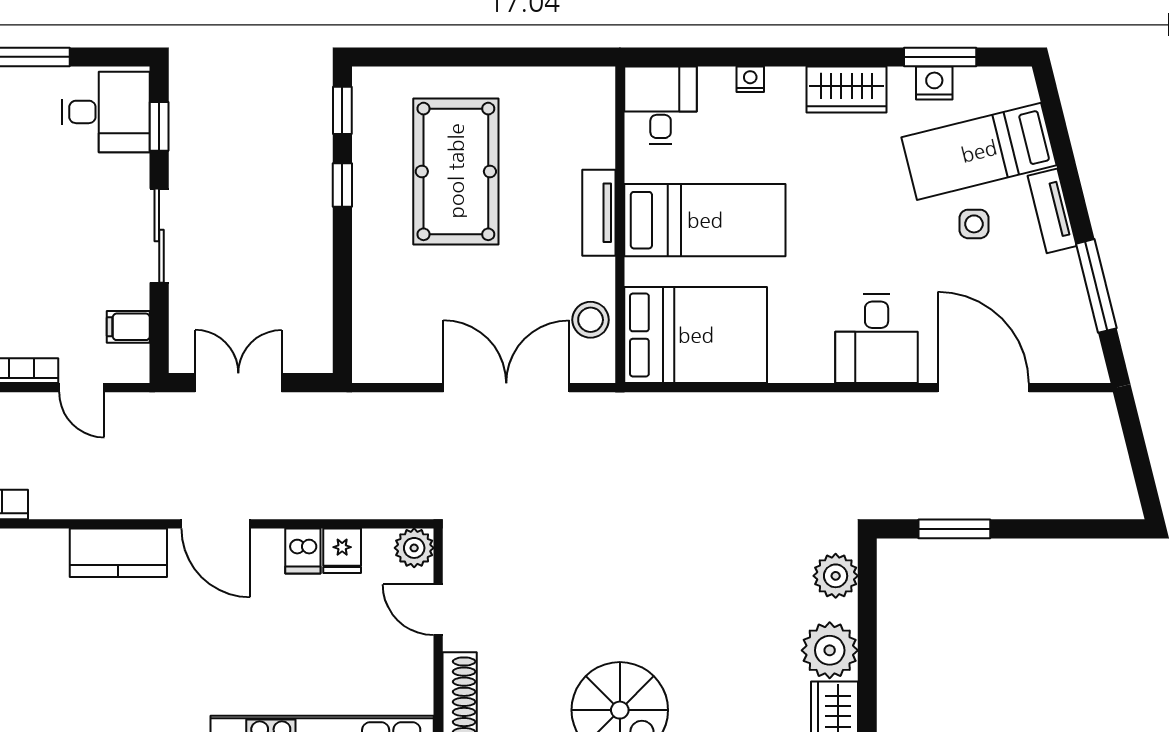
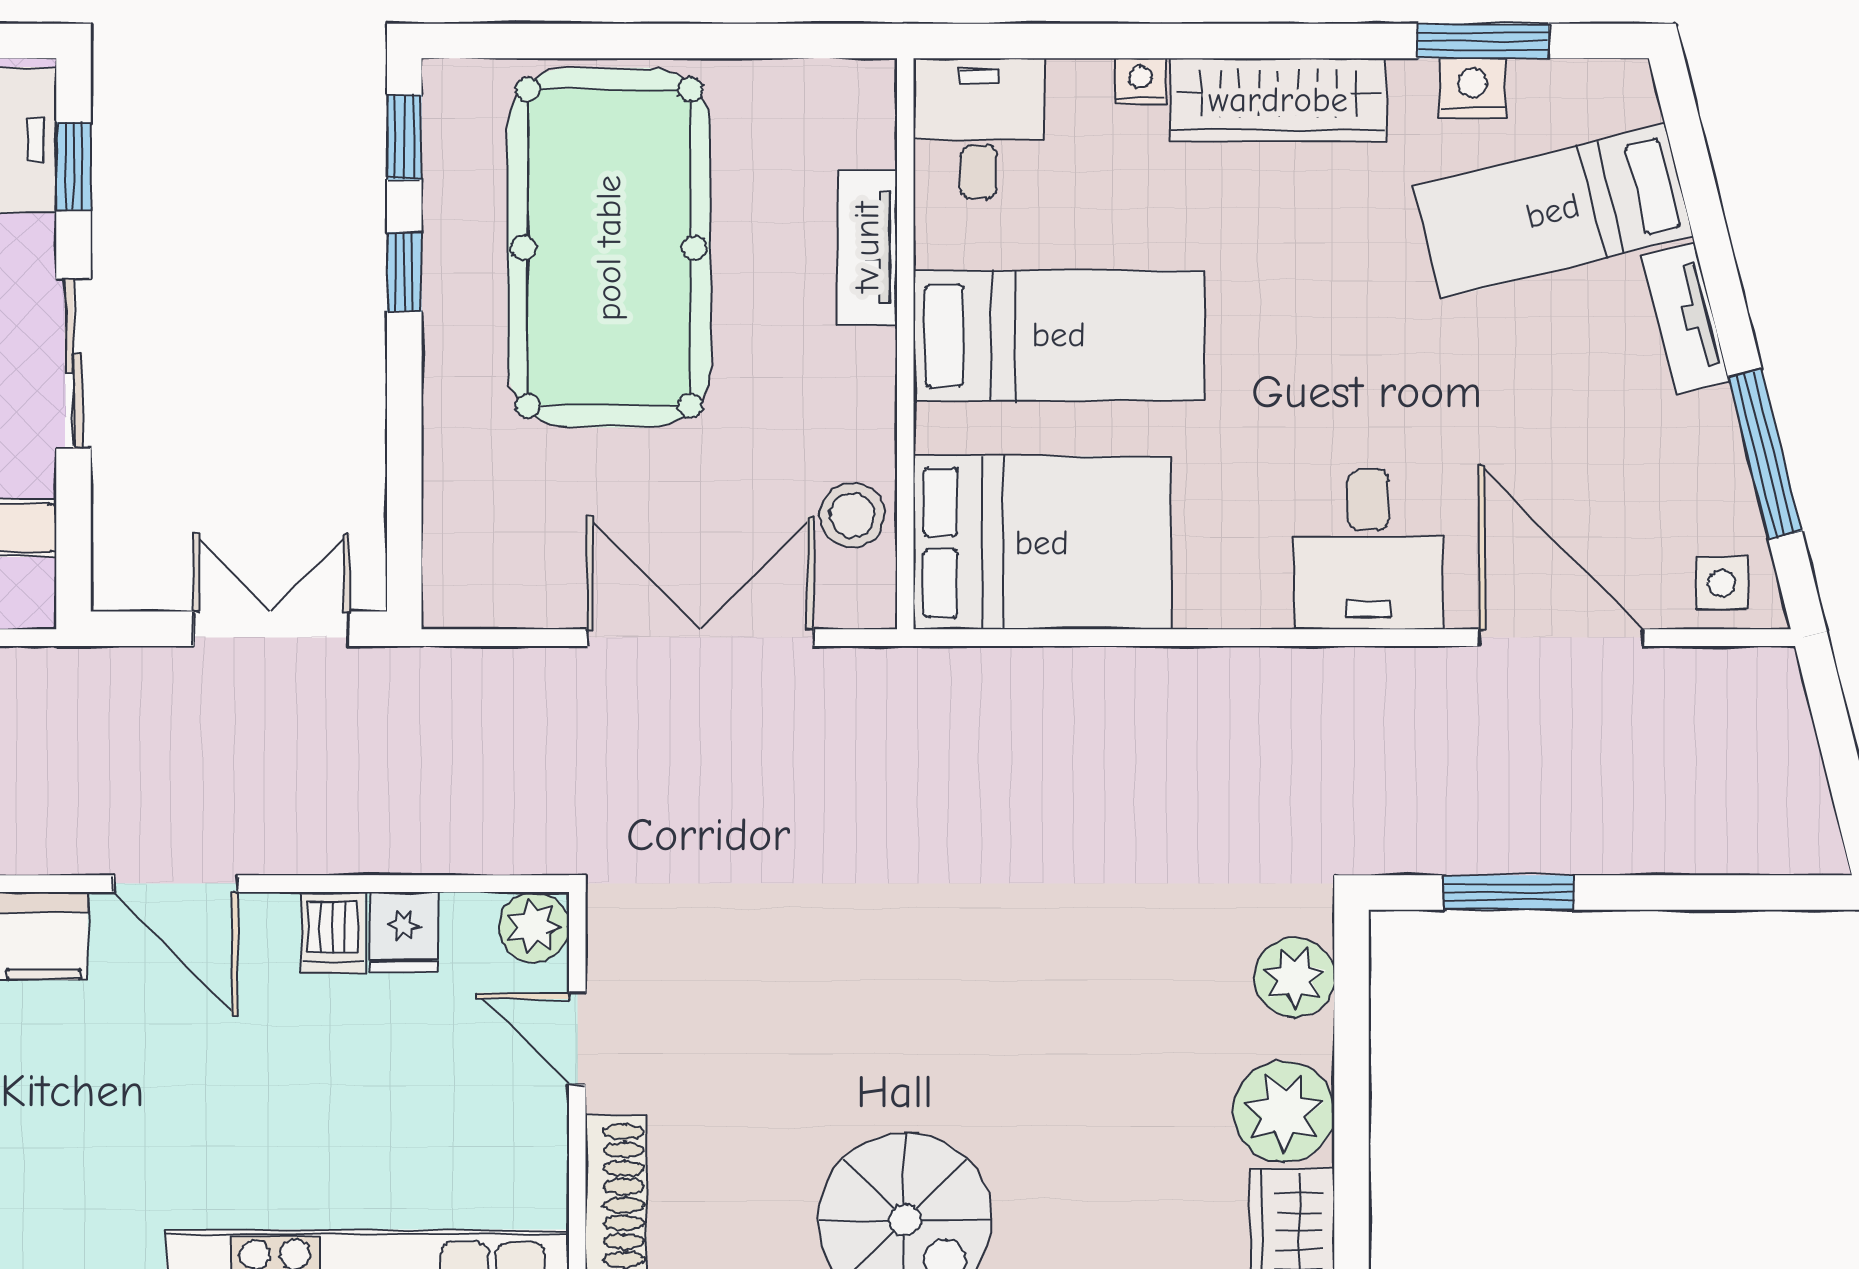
wardrobe: (846, 90) -> (1278, 100), width x1.50
pool table: (456, 171) -> (609, 248), width x1.36, depth x1.32
tv unit: (599, 213) -> (867, 247), moved
side table: (974, 224) -> (1722, 583), moved
double door: (238, 383) -> (271, 629), moved

